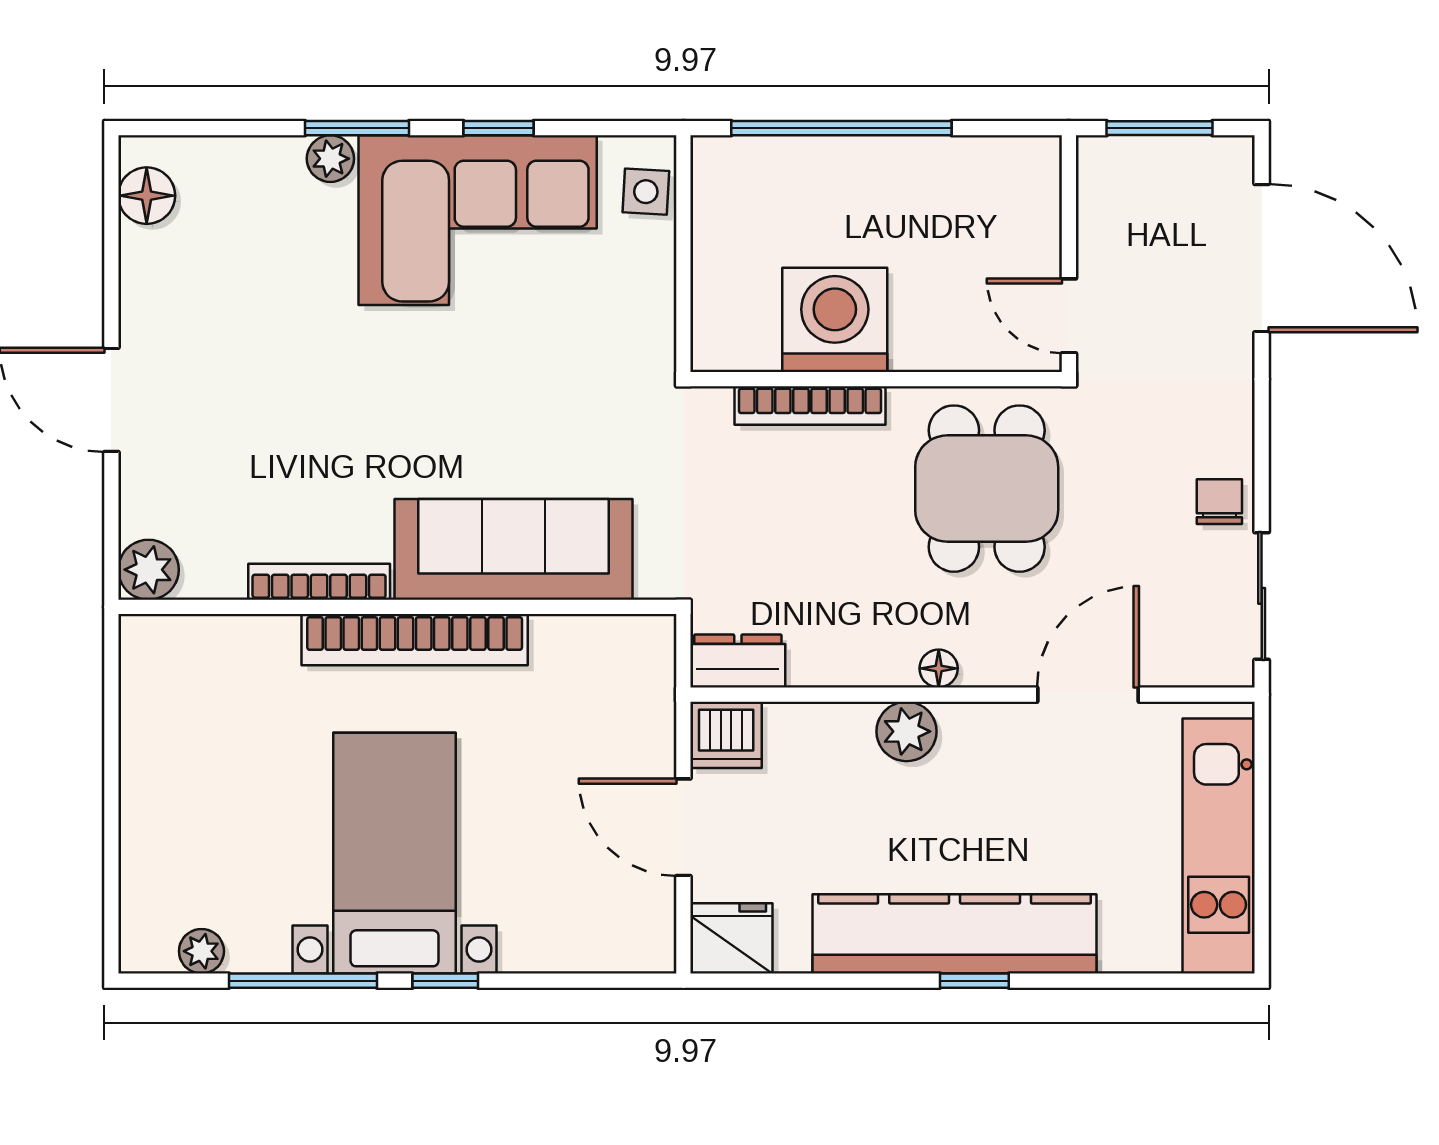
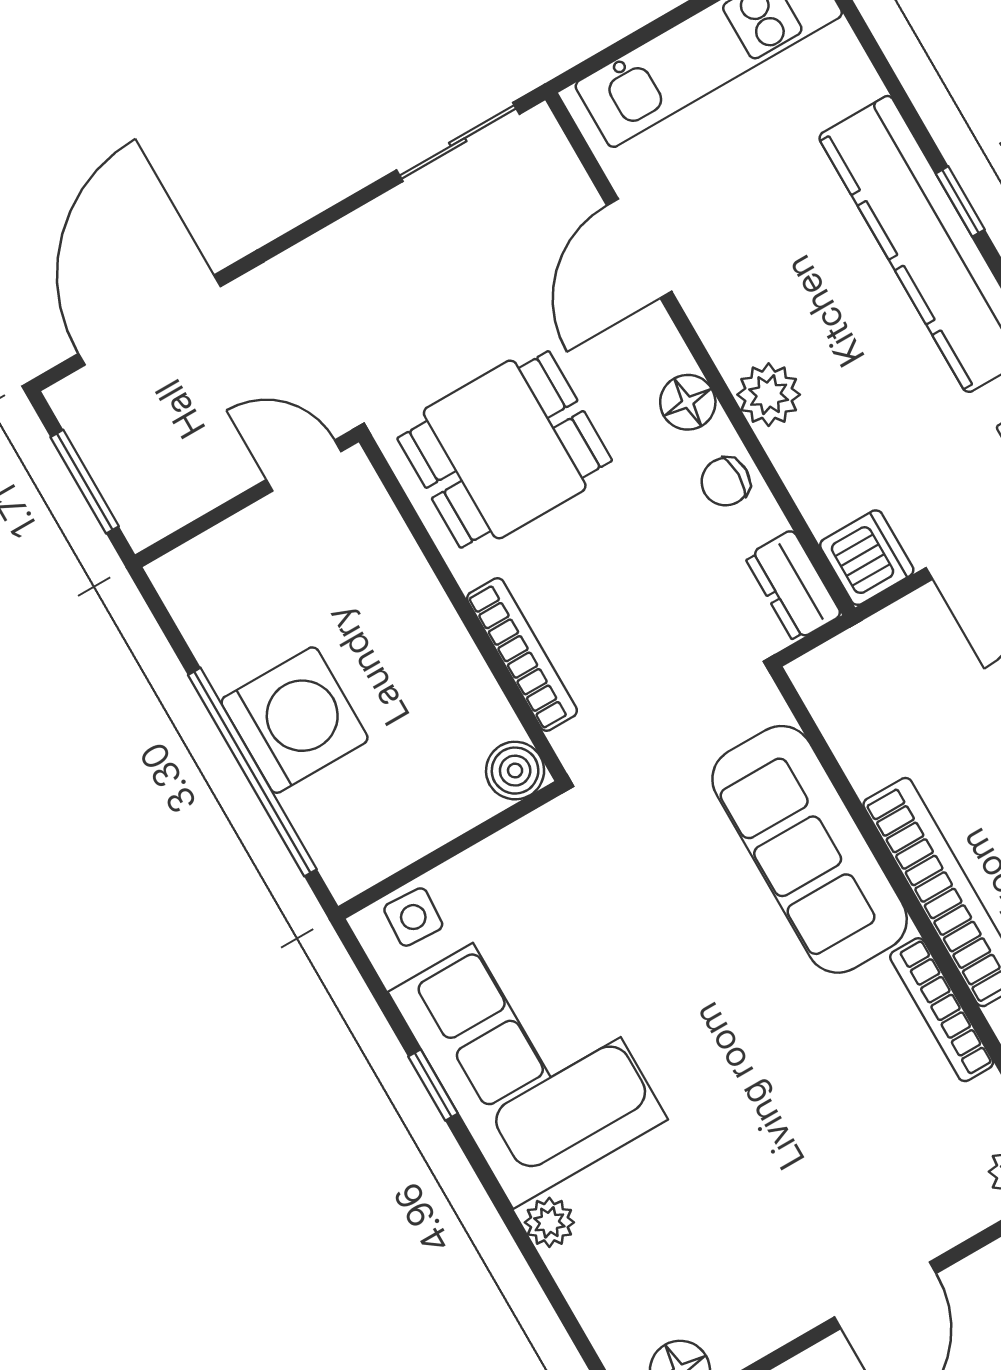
window: (357, 128) -> (508, 1214), removed
door: (1069, 316) -> (304, 465), swing flipped
washing machine: (835, 320) -> (295, 720), moved, turned 180
boiler: (718, 345) -> (515, 771), added
chair: (1219, 502) -> (726, 482), moved
floor lamp: (939, 668) -> (688, 402), width x1.37, depth x1.37
door: (1088, 695) -> (639, 249), hinge flipped

